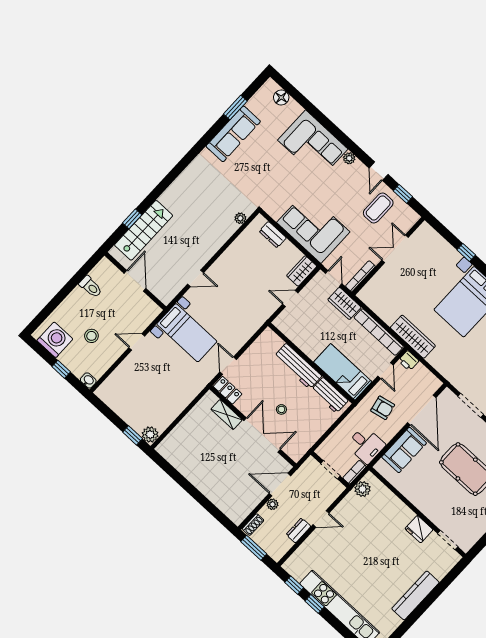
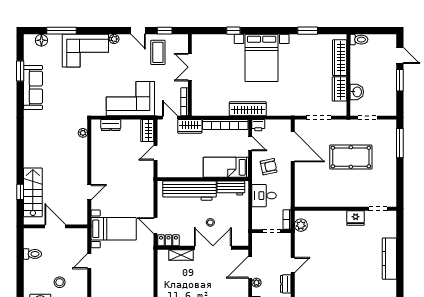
window: (308, 106) -> (61, 31), added
workbench: (298, 366) -> (190, 191), width x1.36, depth x1.32
desk: (366, 445) -> (264, 196), moved, turned 180
sofa: (404, 450) -> (304, 180), removed

